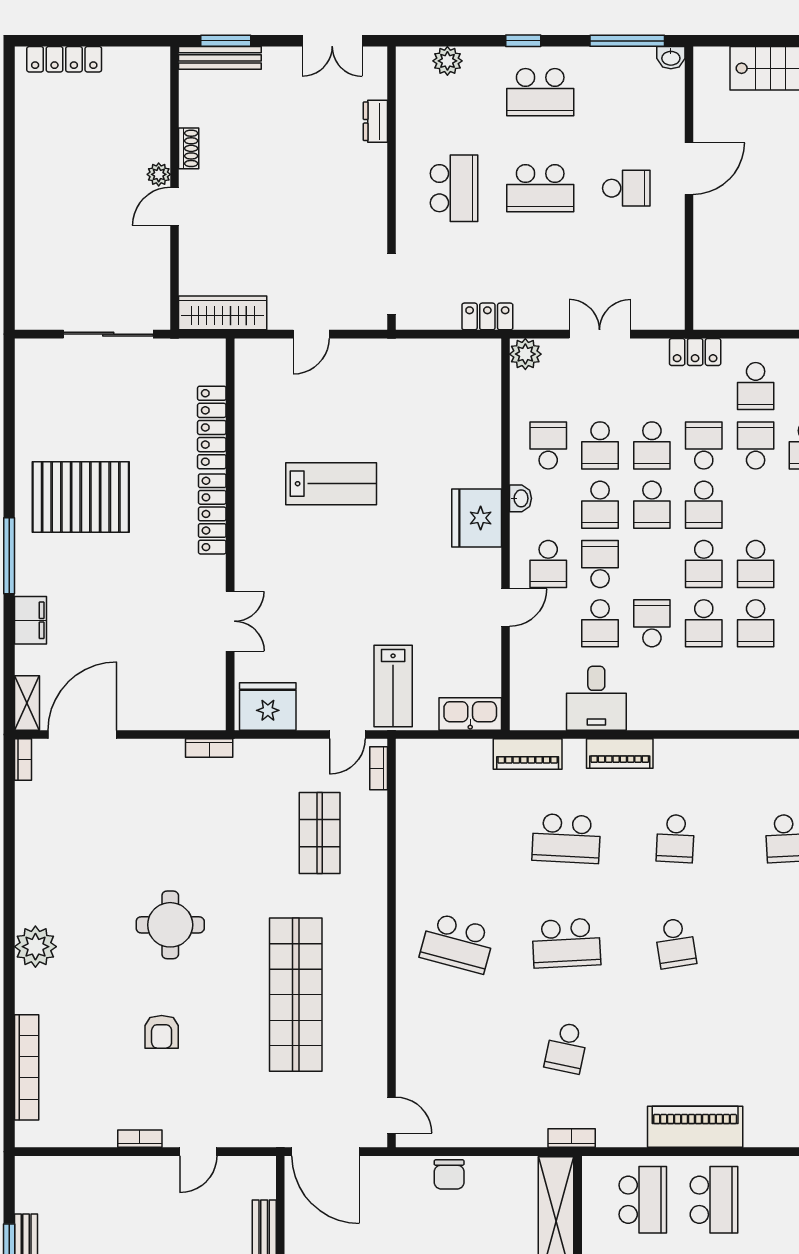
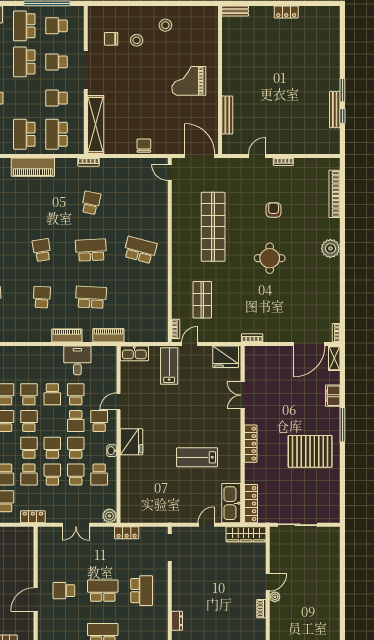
school desk: (454, 188) -> (142, 591), turned 180
kitchen sink: (255, 382) -> (231, 503), added
locker: (212, 427) -> (251, 504), moved

